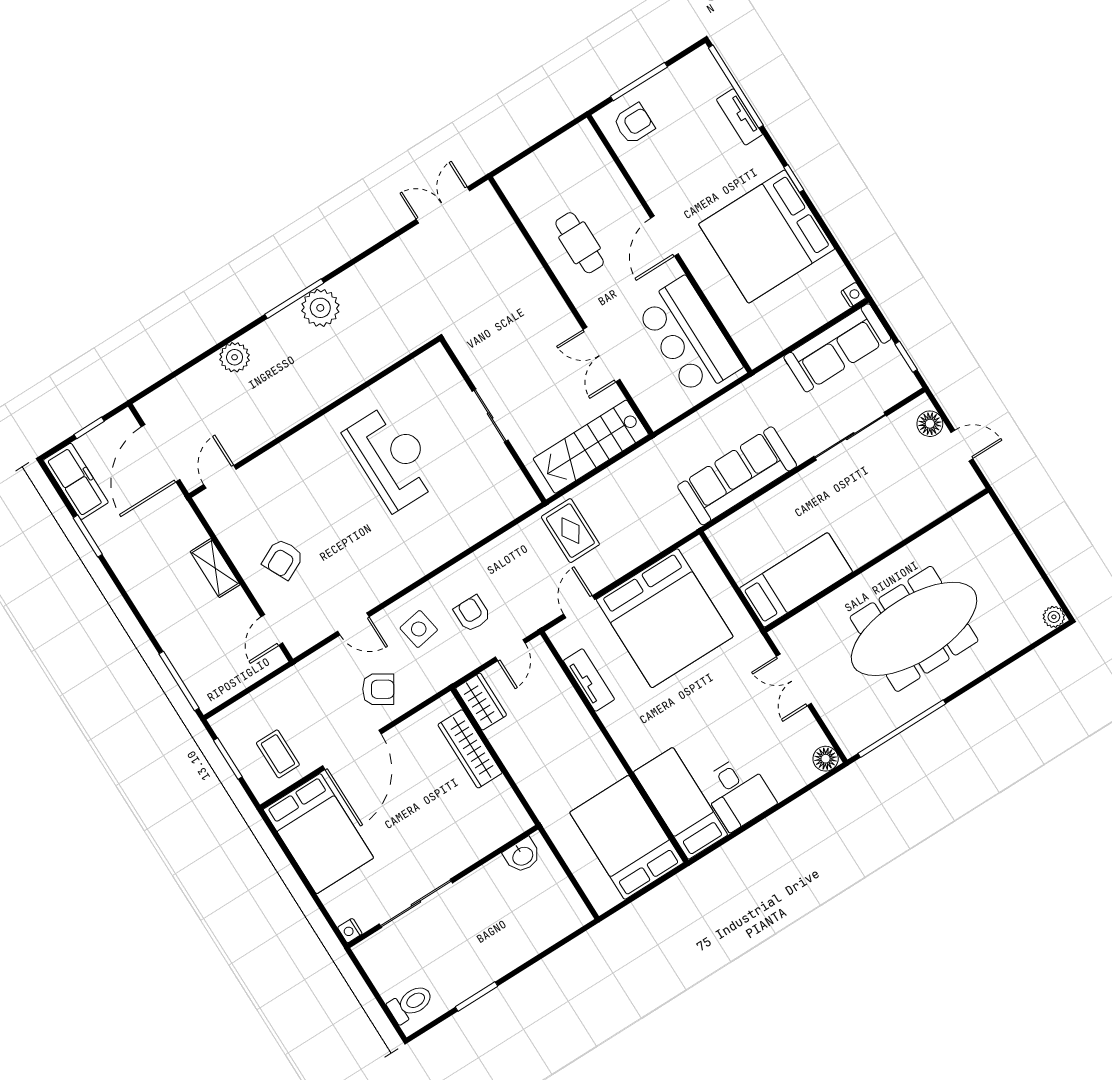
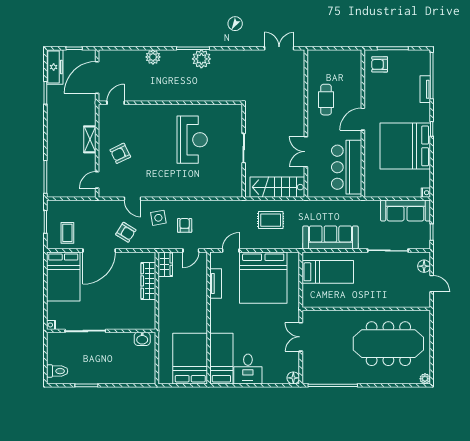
armchair: (634, 124) -> (380, 64), turned 180
rug: (570, 531) -> (271, 220), moved, turned 90
bed: (796, 580) -> (328, 272), moved
meeting table: (914, 629) -> (388, 344), moved

